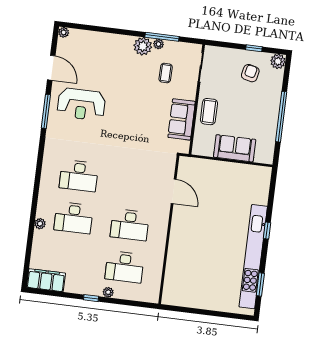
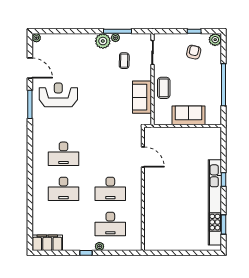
reception desk: (81, 104) -> (58, 95), turned 180
plant: (40, 224) -> (37, 197), removed

